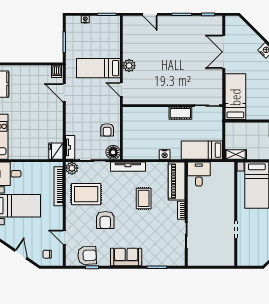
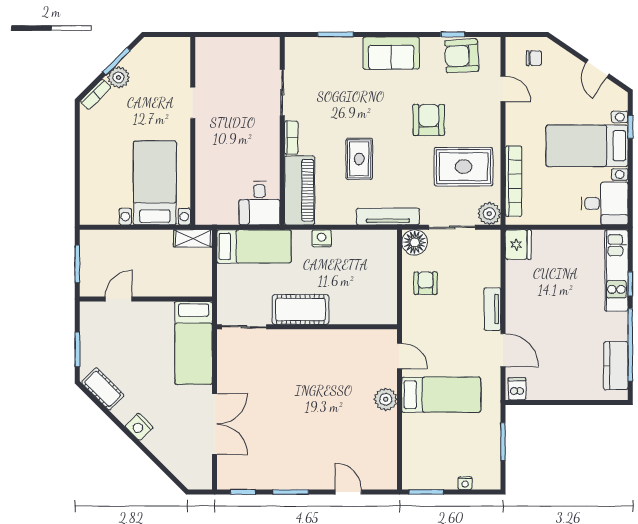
cot: (180, 113) -> (300, 309), width x1.37, depth x1.34
tv unit: (70, 147) -> (492, 309), moved
door: (21, 254) -> (597, 69), moved

